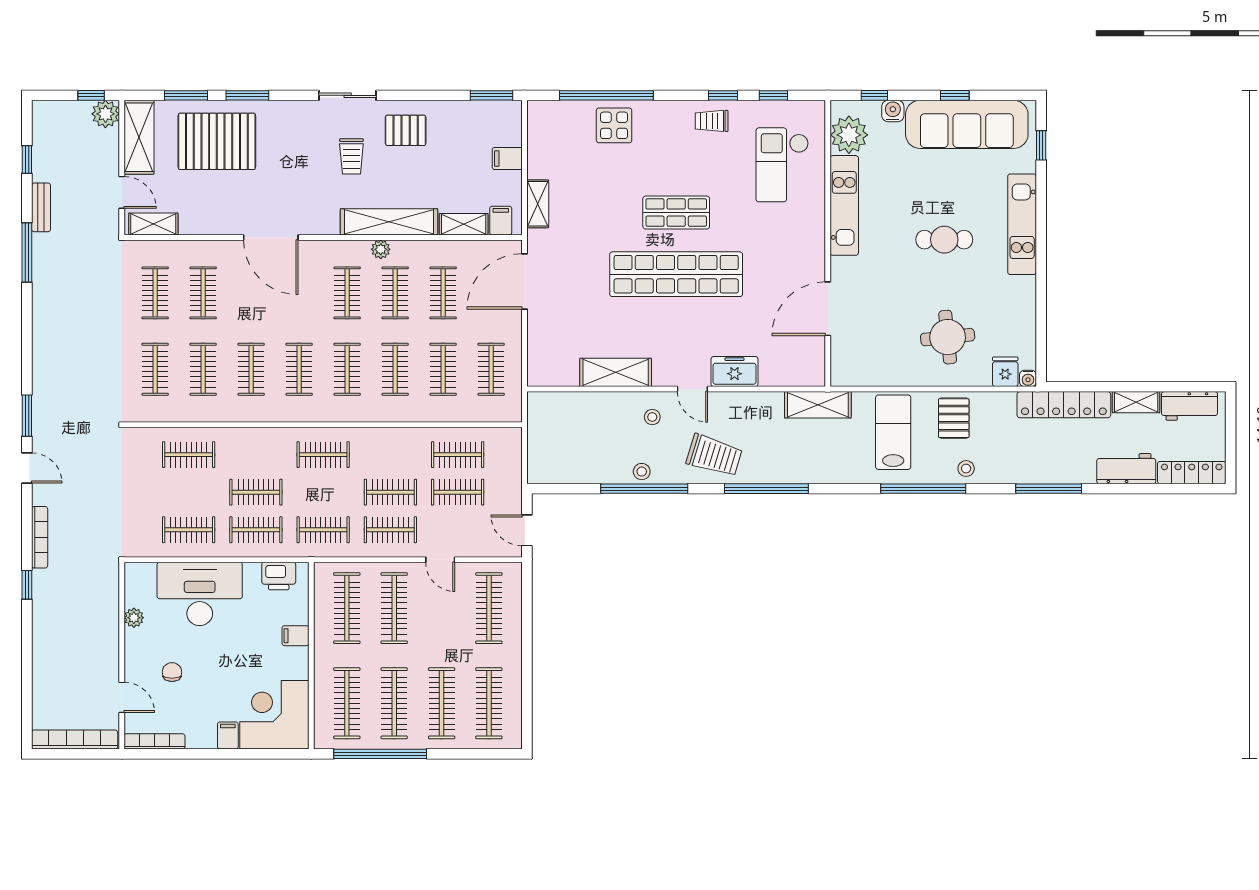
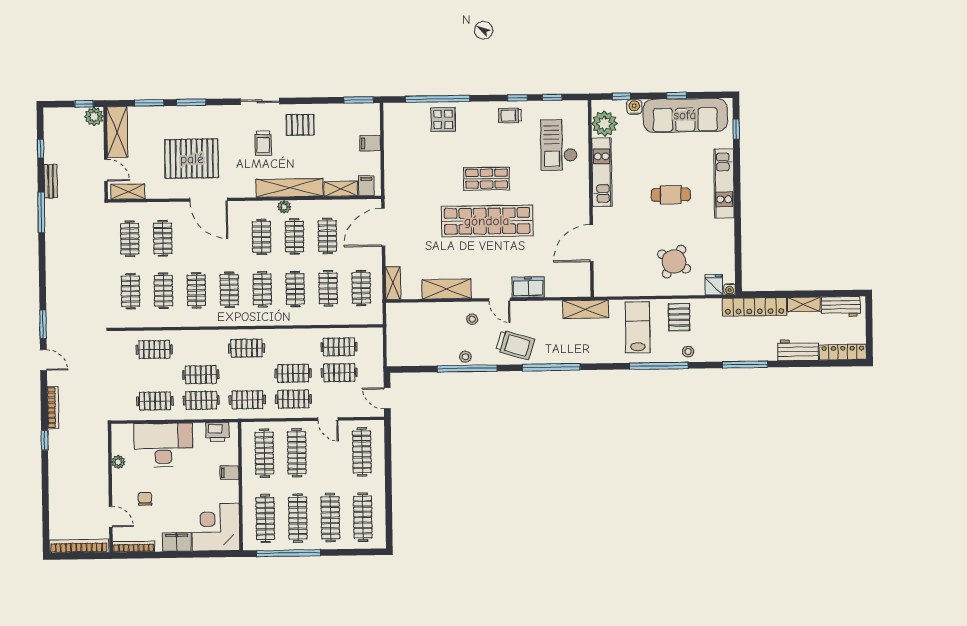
pallet: (217, 141) -> (192, 159), moved
shelving: (538, 204) -> (393, 283), moved
round table: (948, 337) -> (674, 262), turned 38
filing cabinet: (228, 736) -> (177, 542), width x2.00

